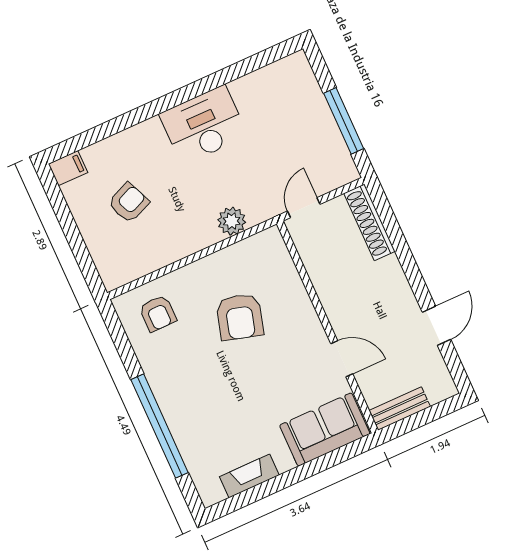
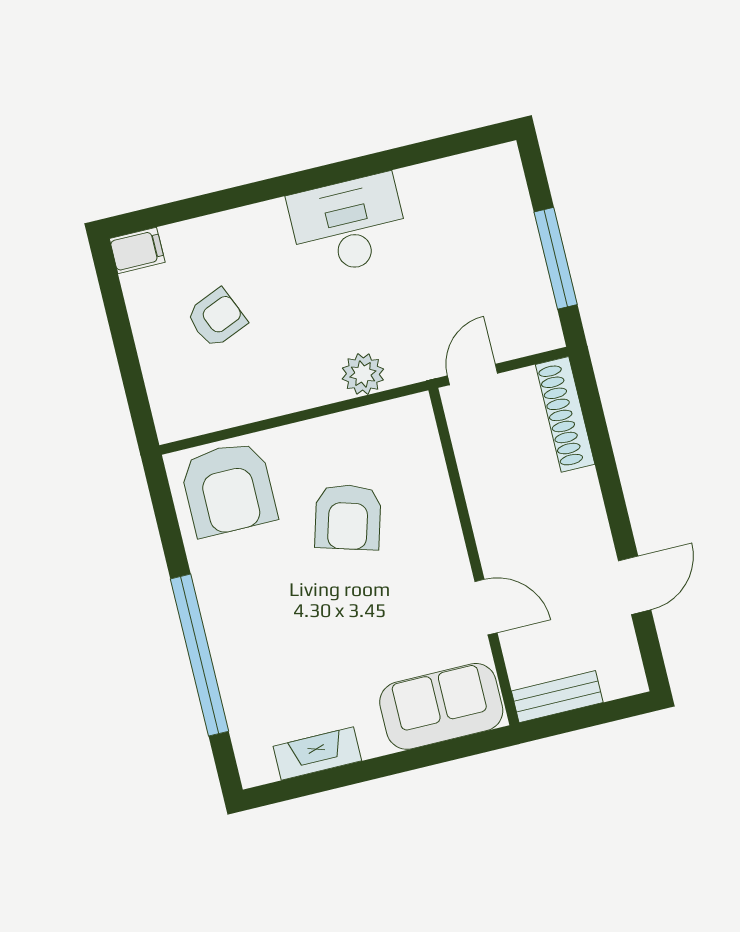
armchair: (158, 313) -> (228, 489), width x1.88, depth x1.88

